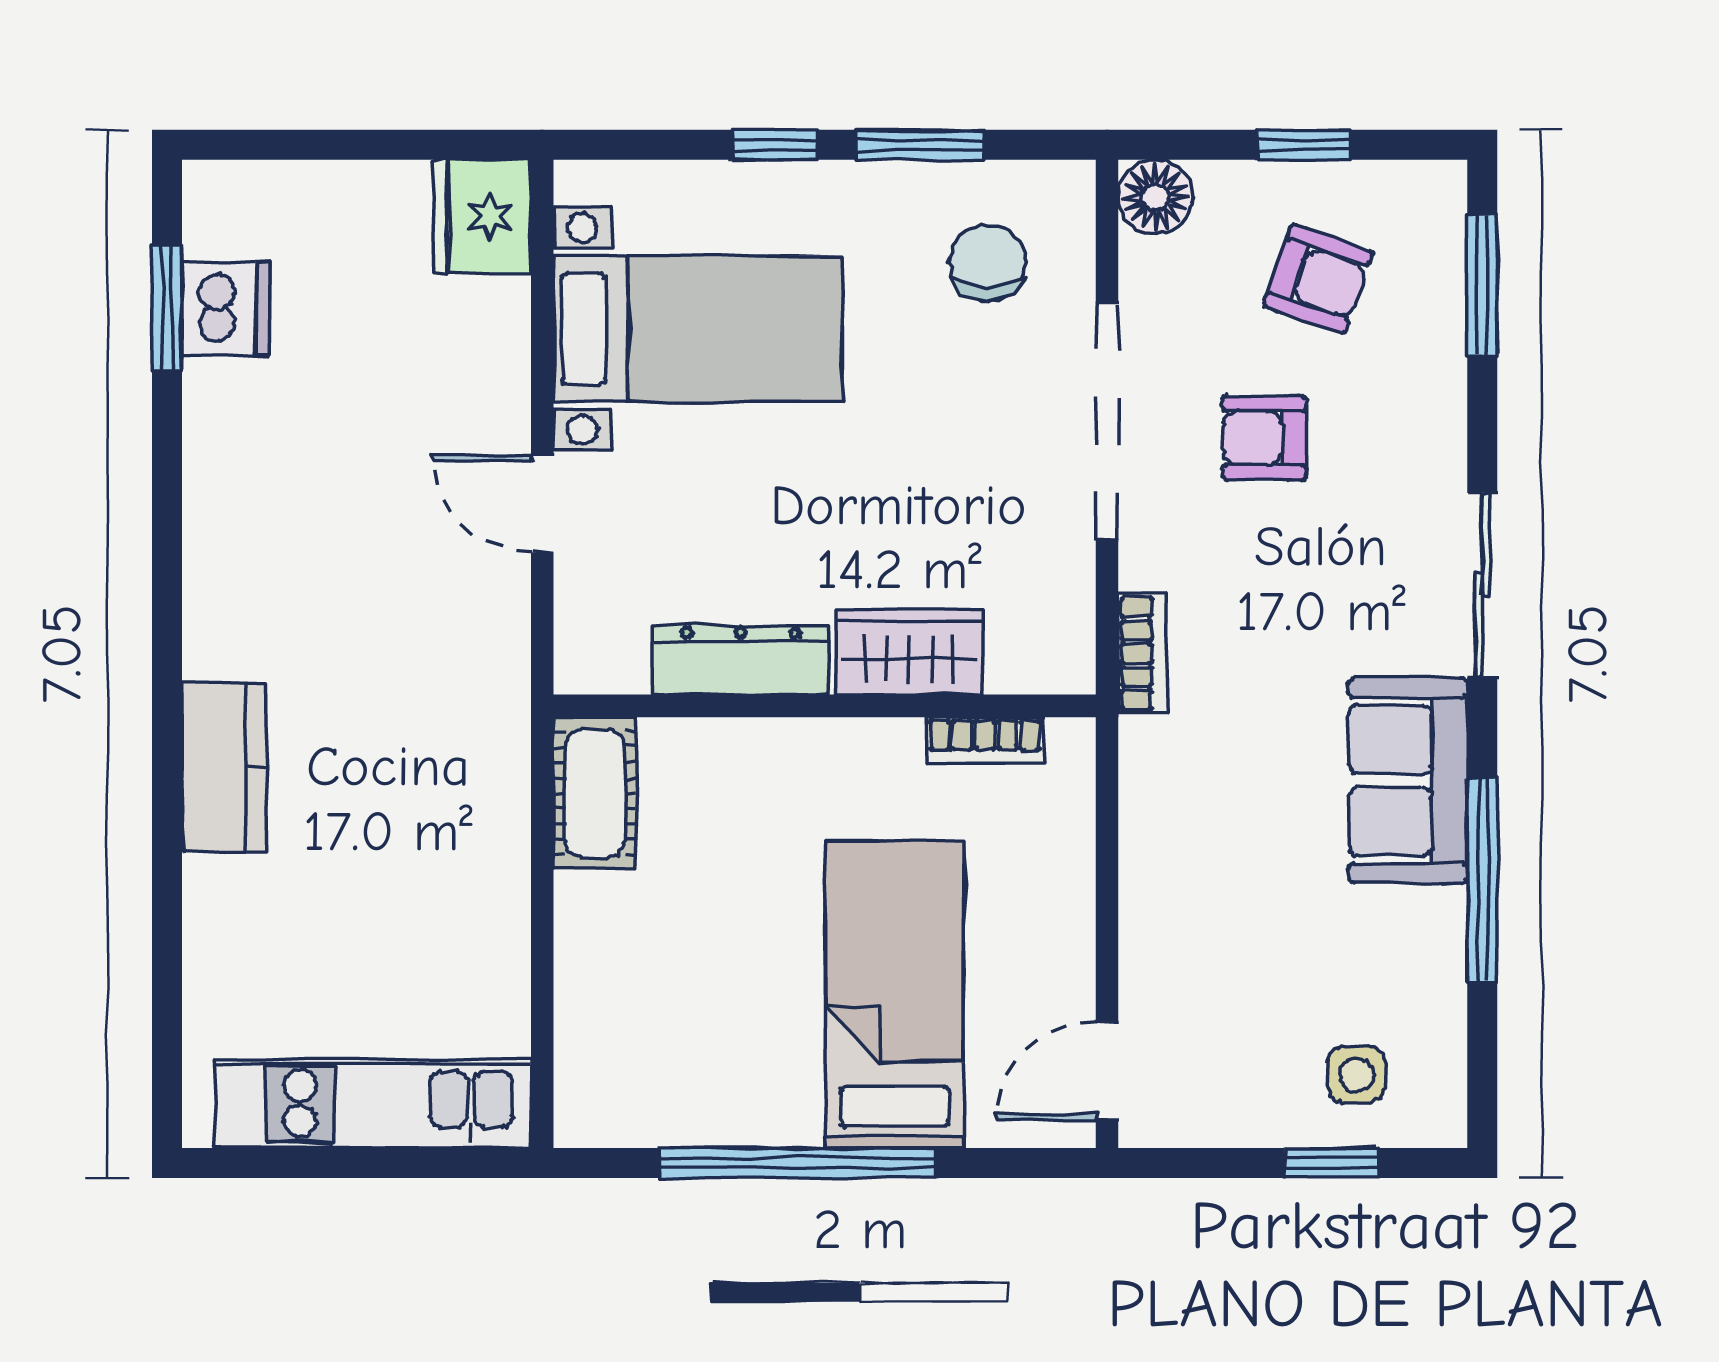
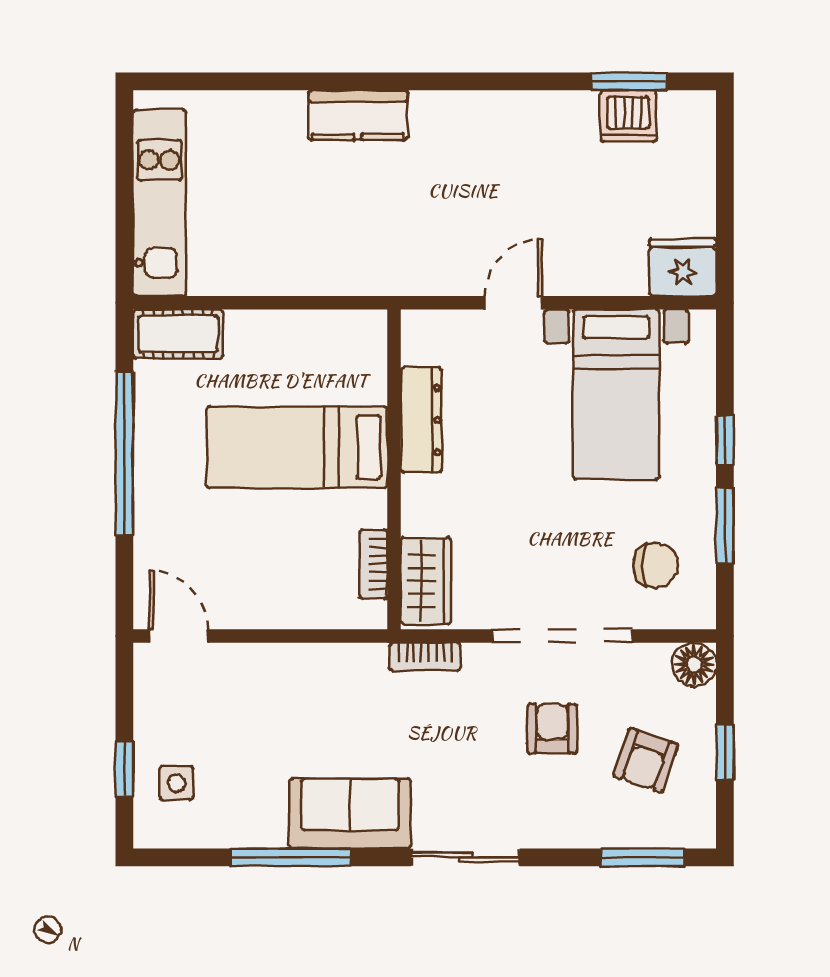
wardrobe: (909, 652) -> (426, 581), moved
cot: (595, 793) -> (178, 334), moved
bed: (895, 995) -> (297, 447), moved, turned 180

